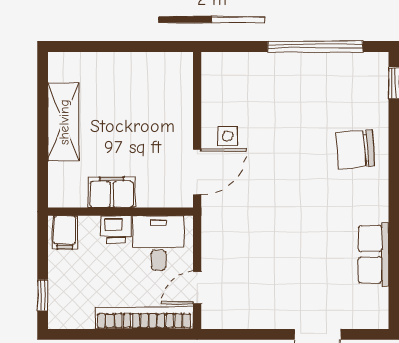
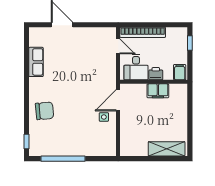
shelving: (64, 122) -> (167, 149), moved, turned 90
door: (197, 288) -> (118, 46), hinge flipped

